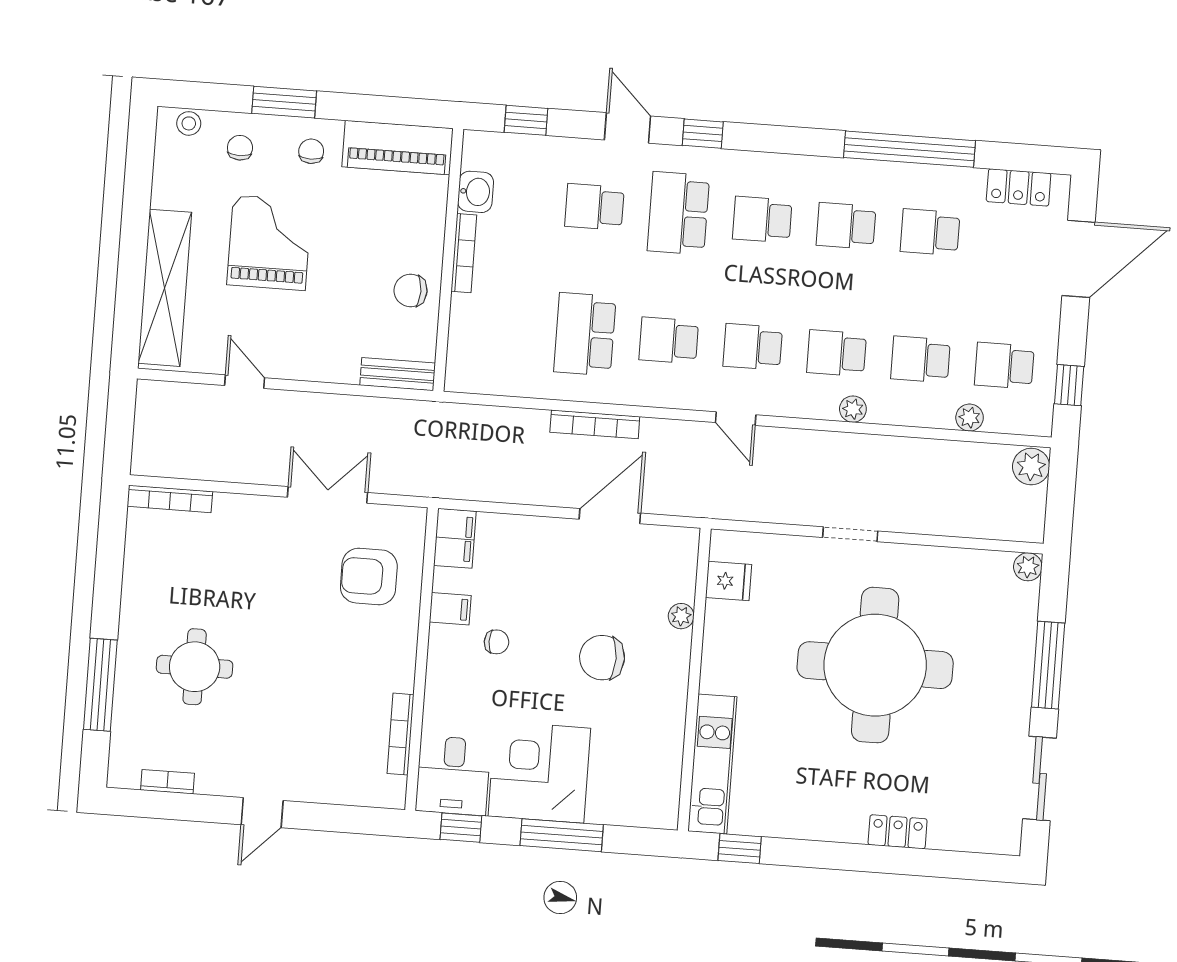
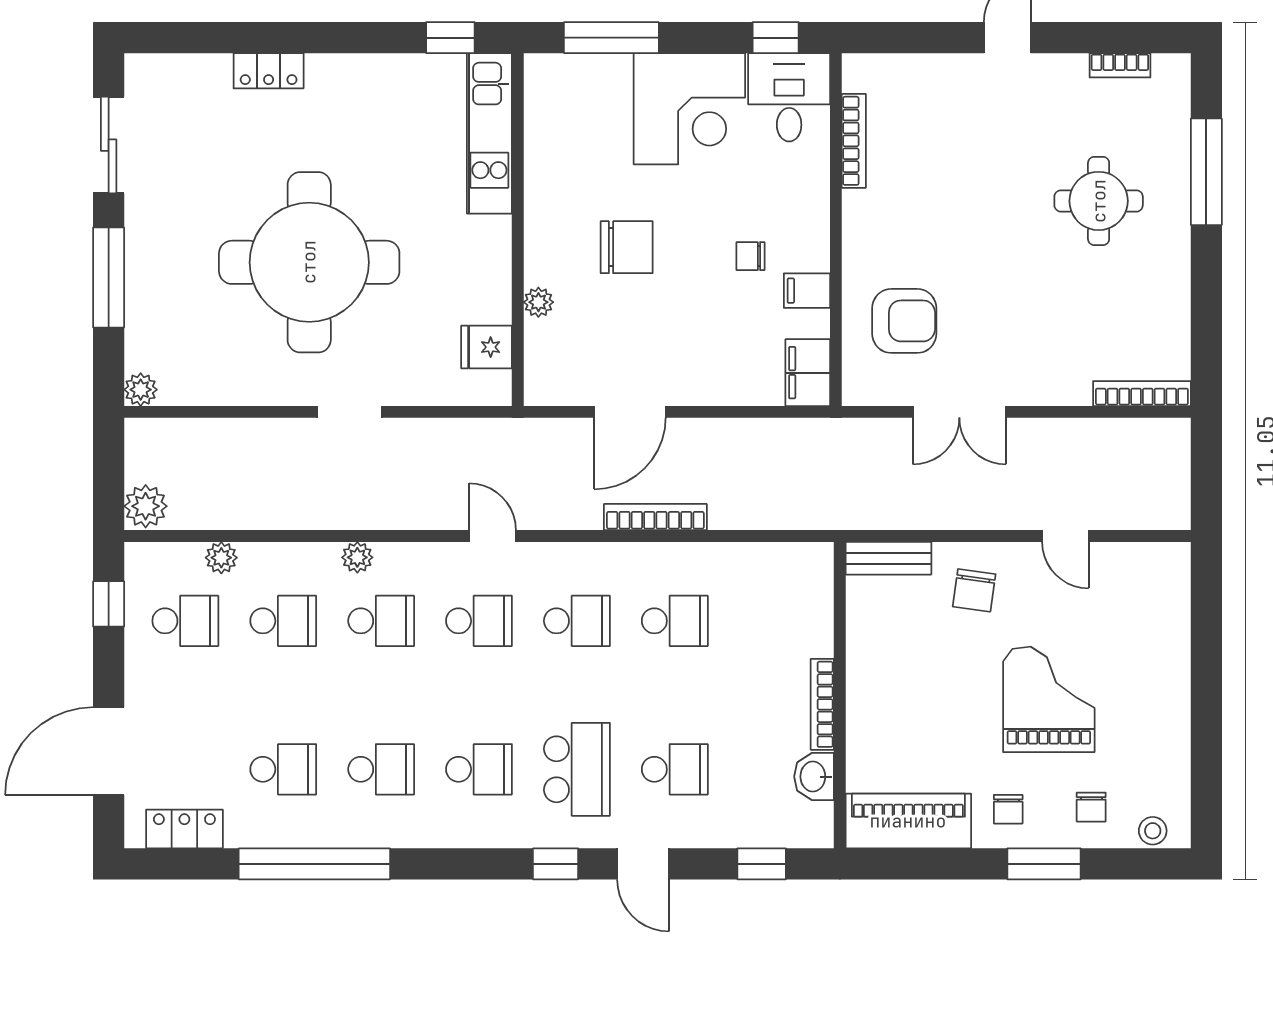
grand piano: (269, 243) -> (1049, 699), turned 180
shelving: (165, 288) -> (1166, 638), removed
chair: (411, 290) -> (974, 590), moved, turned 98
school desk: (585, 334) -> (675, 621), width x0.54
window: (562, 835) -> (611, 38), moved

